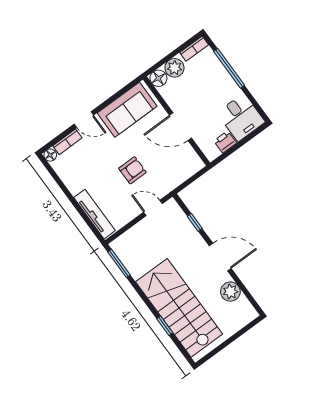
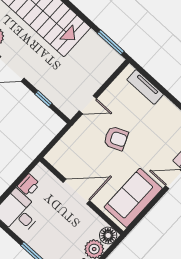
armchair: (132, 170) -> (116, 138), turned -113
tv unit: (95, 214) -> (145, 87), width x0.71

